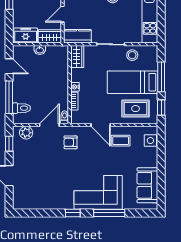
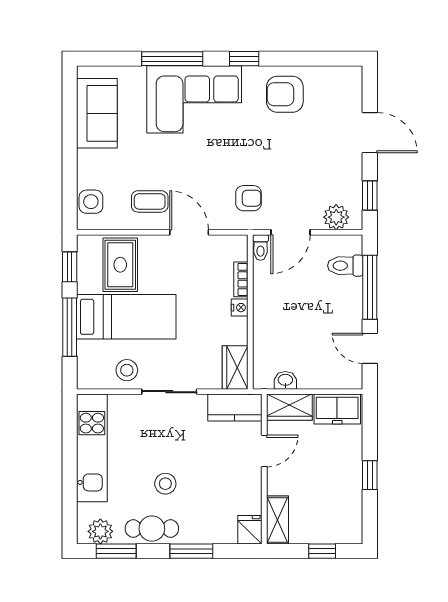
washbasin: (40, 50) -> (285, 380), moved
rug: (136, 109) -> (120, 265), turned 90
armchair: (52, 195) -> (285, 94), added

